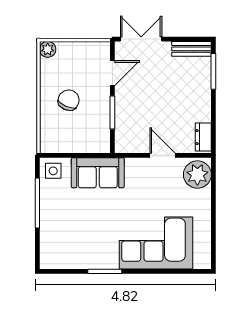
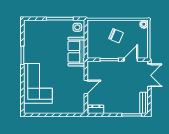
door: (112, 73) -> (131, 60), swing flipped
plant: (197, 175) -> (75, 106), removed

